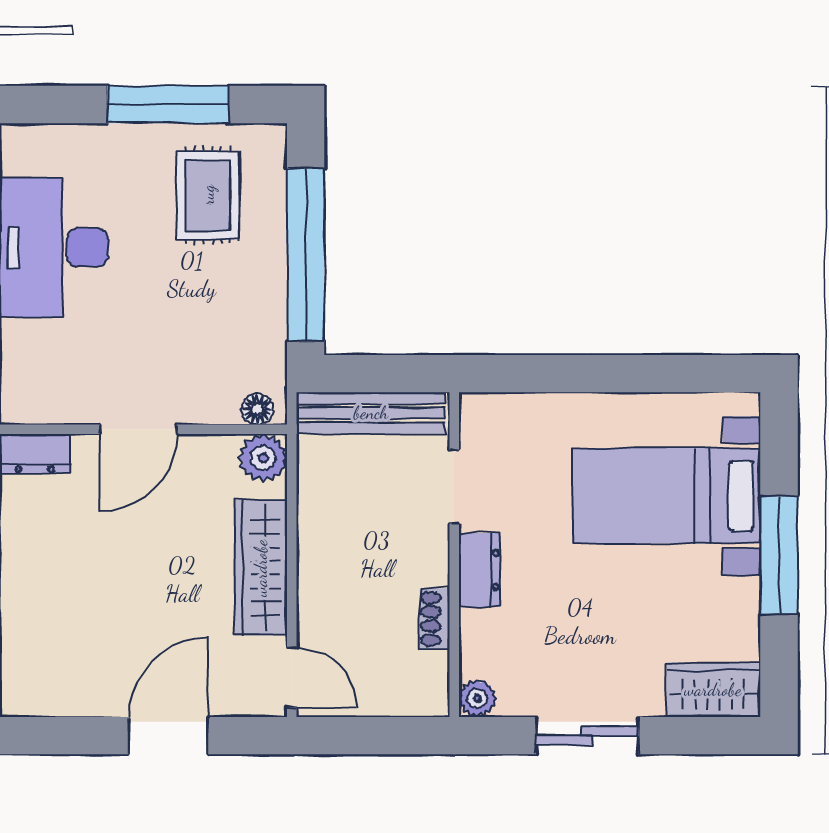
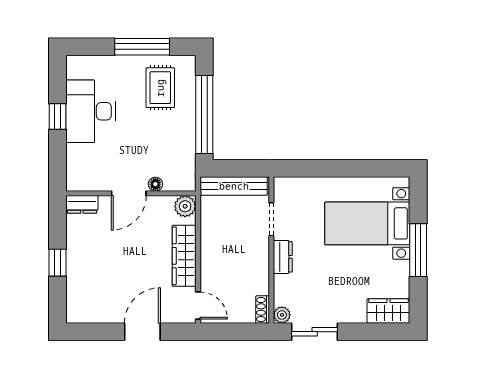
floor lamp: (257, 409) -> (155, 184), moved
shoe rack: (435, 619) -> (263, 310), moved
sliding door: (587, 736) -> (315, 332), moved

